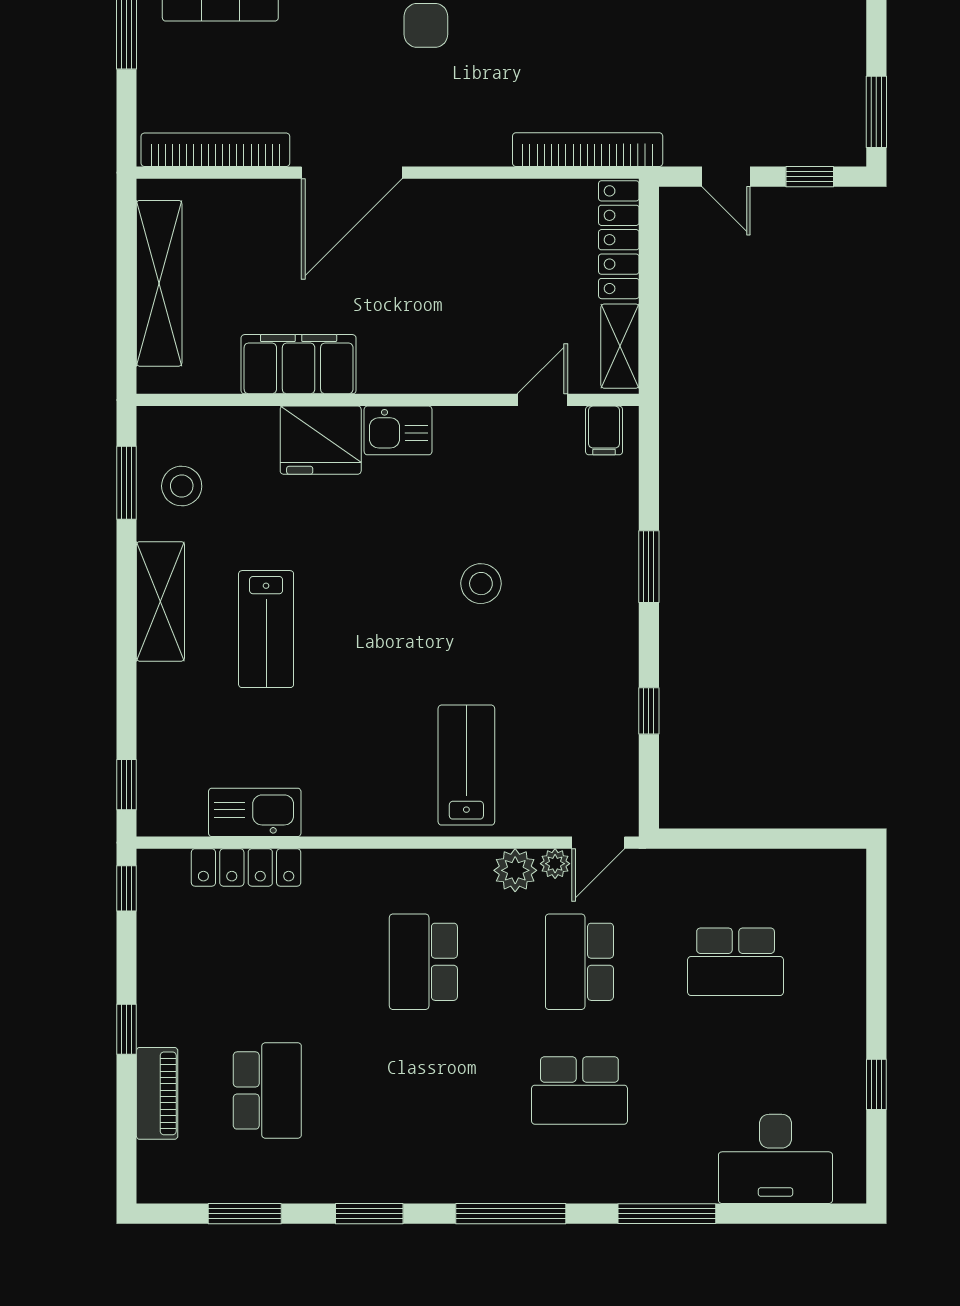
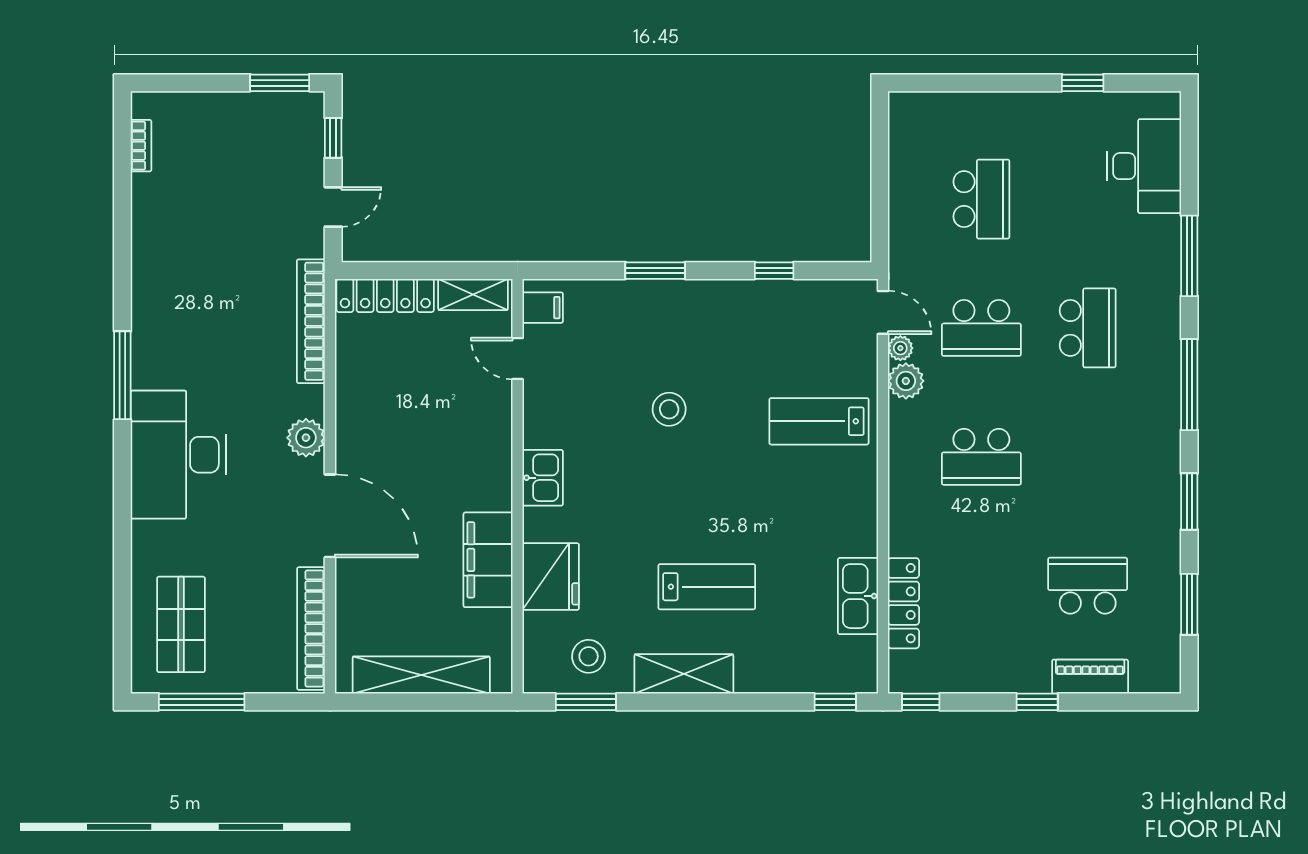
plant: (446, 144) -> (306, 438), added
fridge: (321, 440) -> (551, 577), moved

